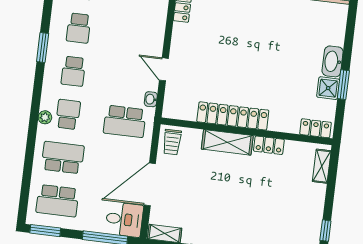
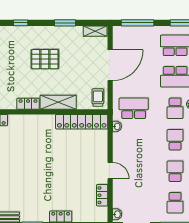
door: (164, 69) -> (110, 171), moved
locker: (233, 116) -> (82, 122), moved
pallet: (238, 204) -> (45, 59), added
desk: (124, 219) -> (125, 38), removed

